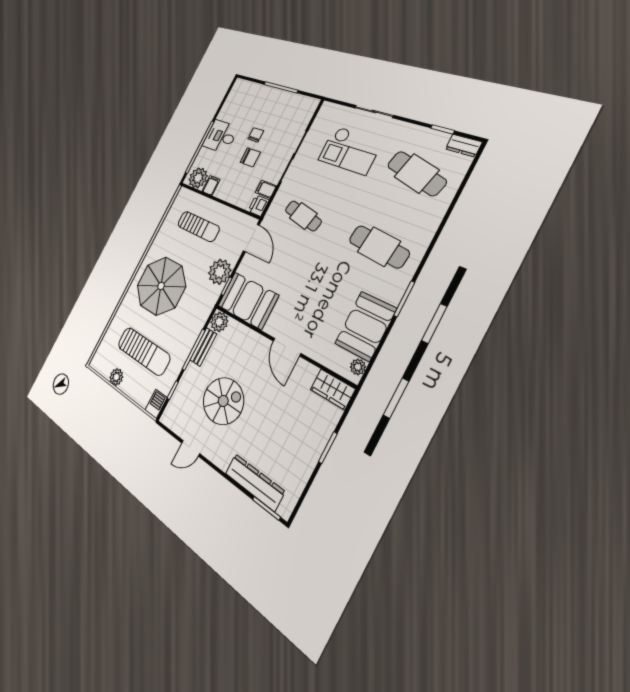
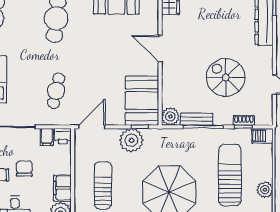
filing cabinet: (211, 185) -> (63, 188), width x2.00
door: (287, 347) -> (160, 49), swing flipped
shoe rack: (178, 394) -> (244, 120), added

